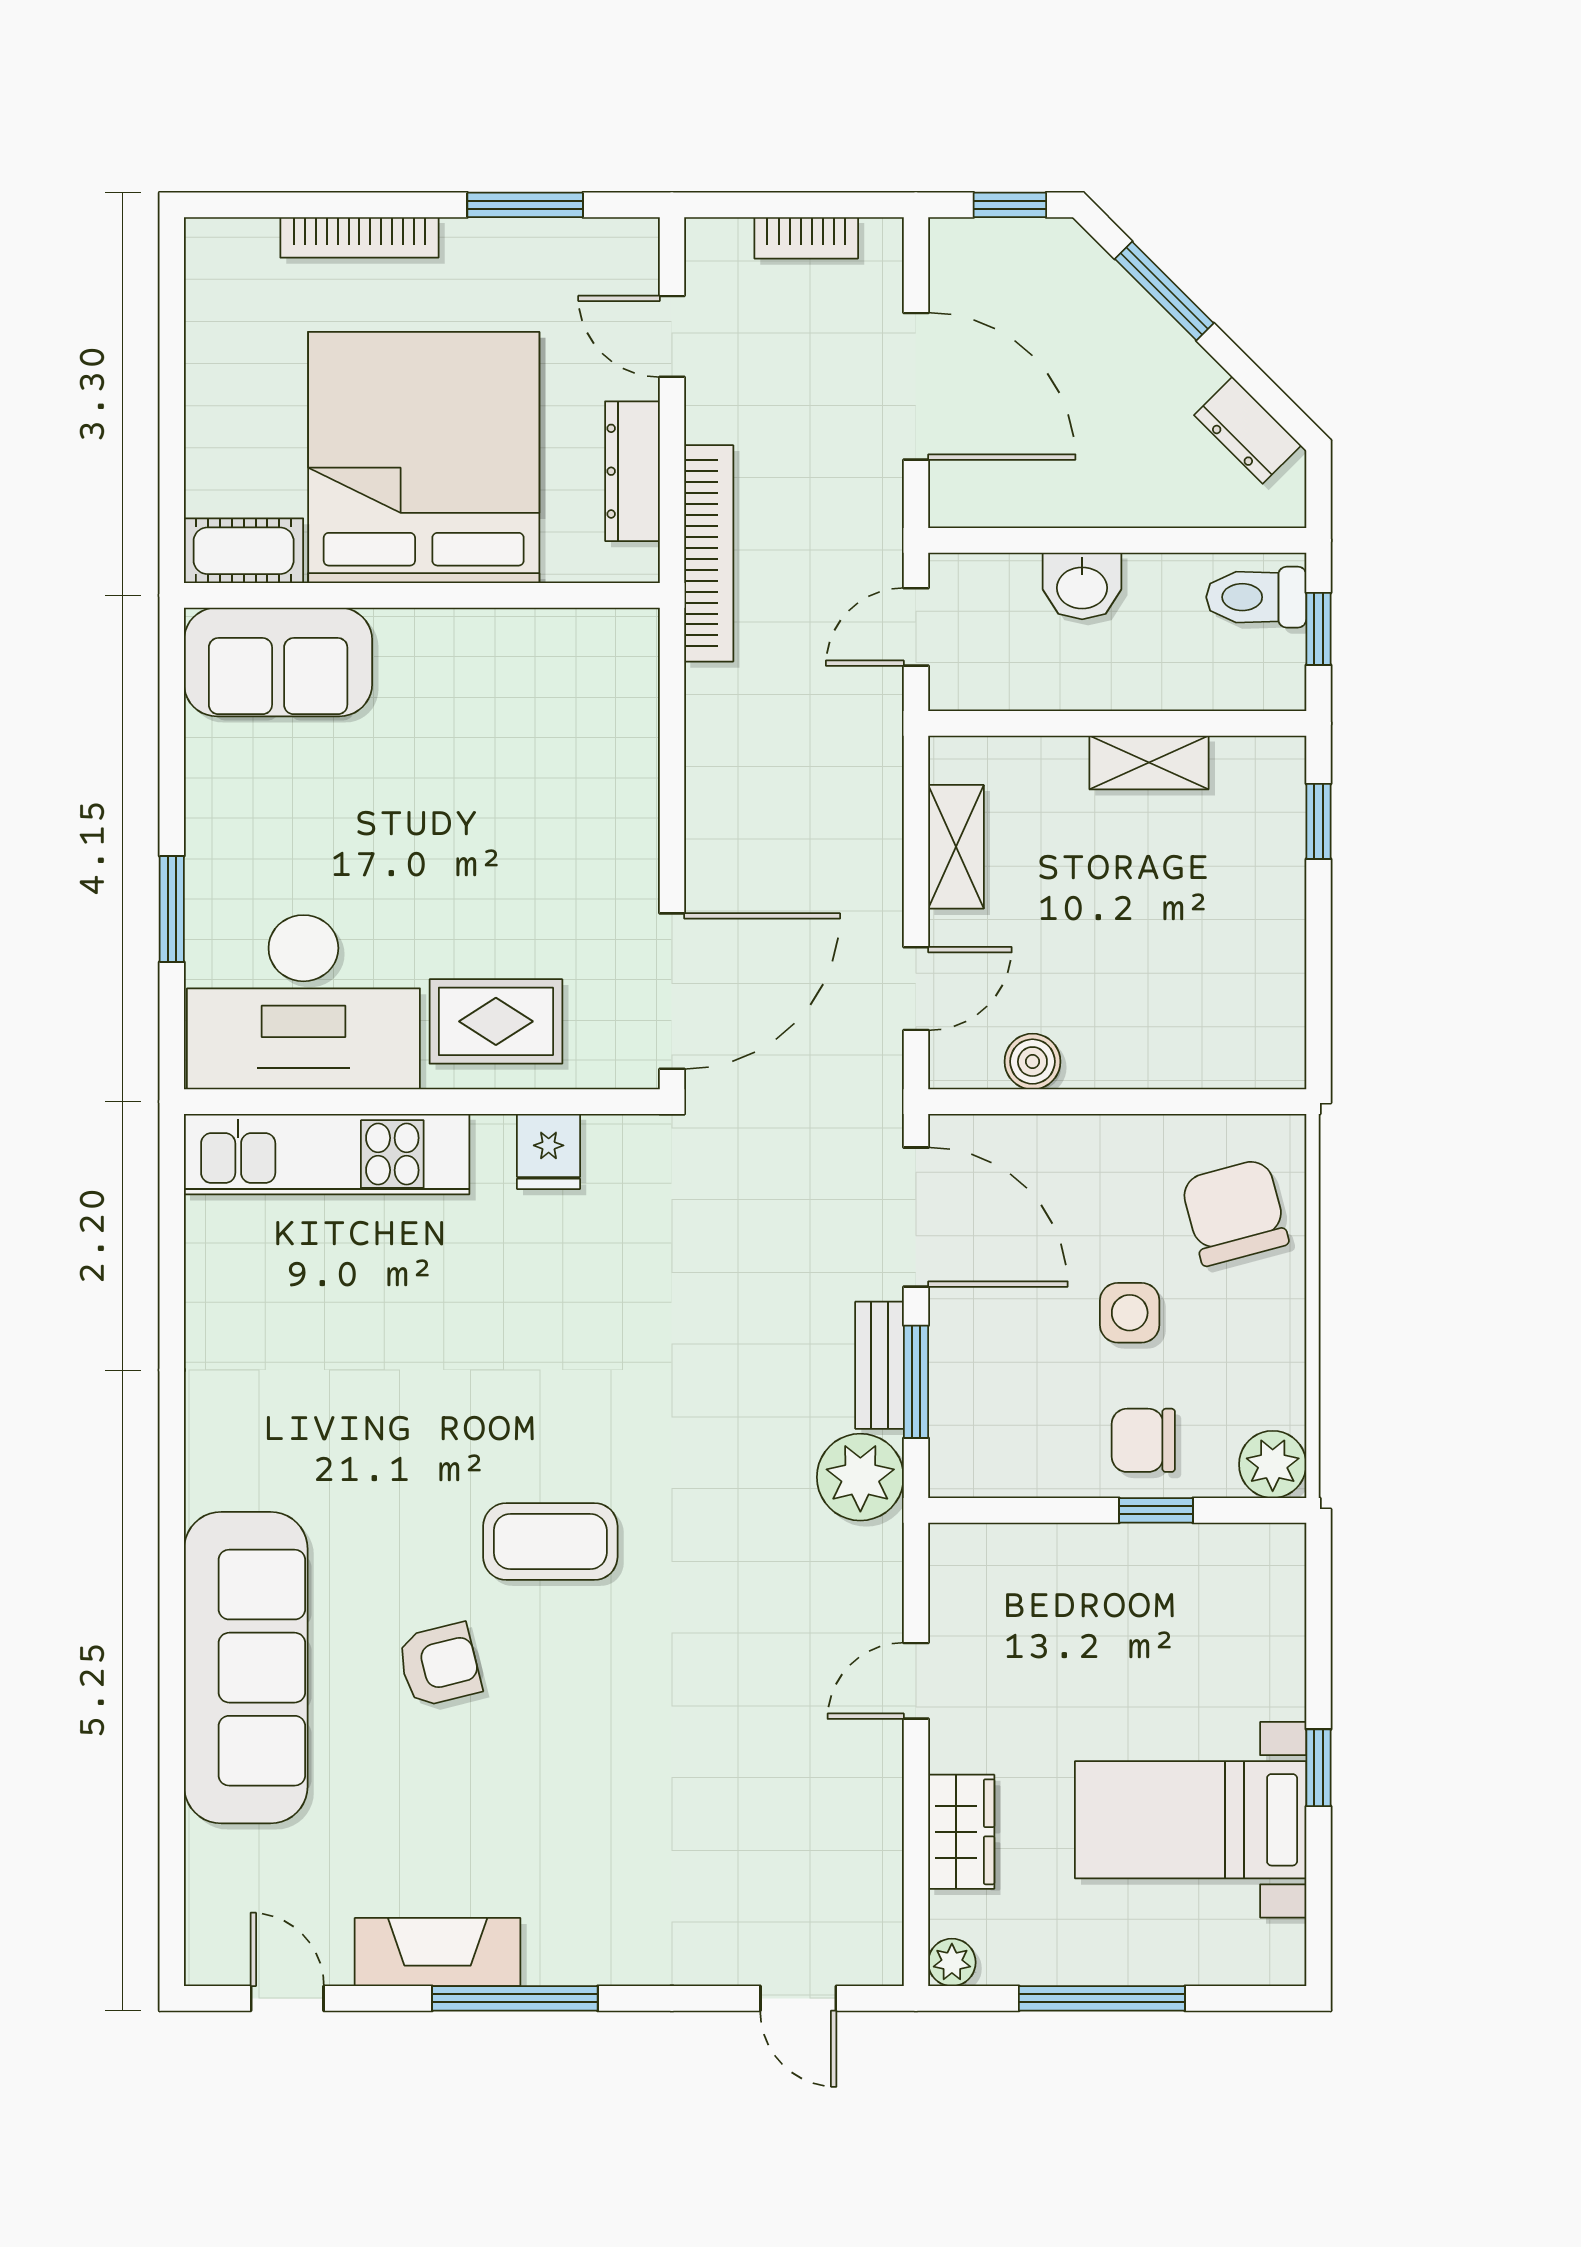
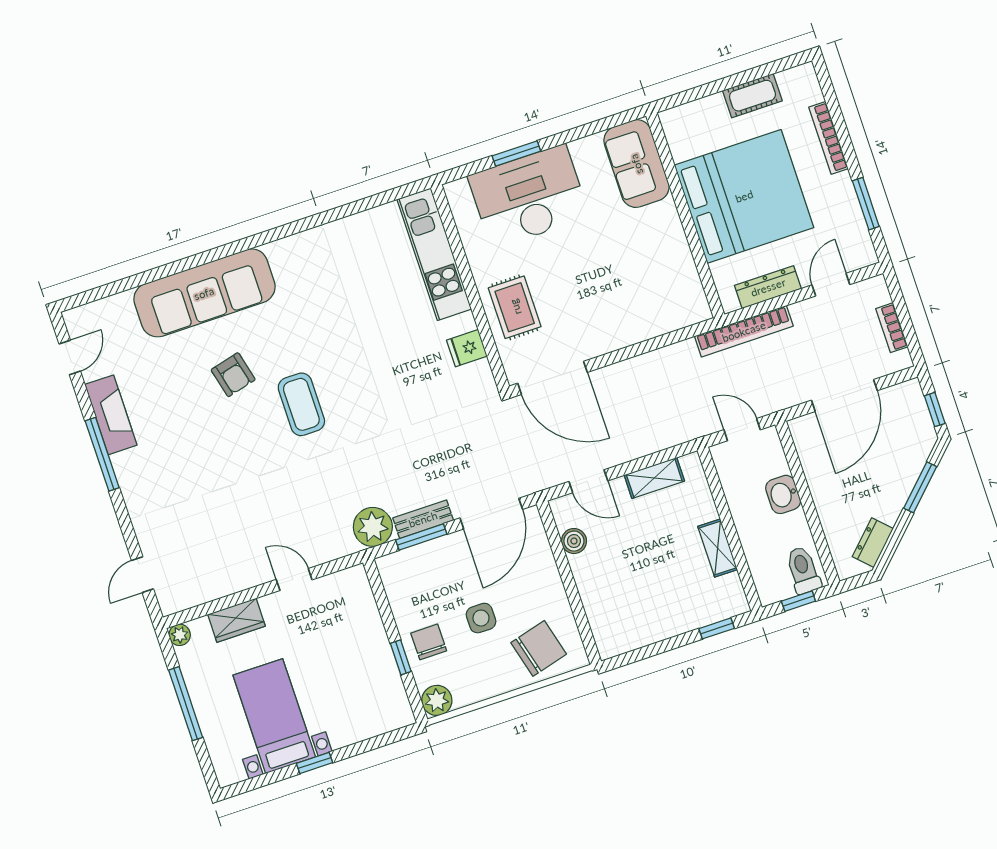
cot: (244, 551) -> (752, 96), moved, turned 90
desk: (303, 1002) -> (529, 196), moved, turned 90

